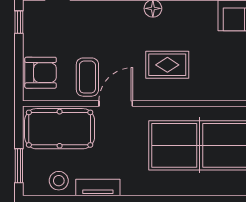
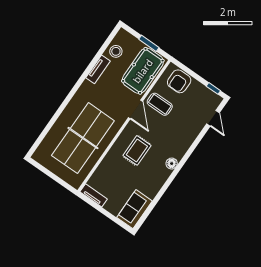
window: (19, 166) -> (149, 43), moved

